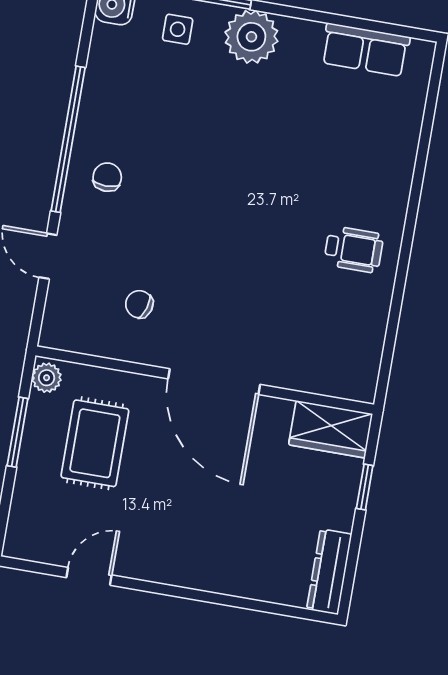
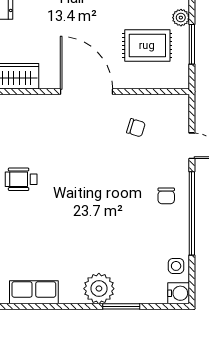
side table: (178, 29) -> (176, 266), moved
plant: (47, 378) -> (181, 18), moved
rug: (95, 443) -> (147, 45), turned 90

